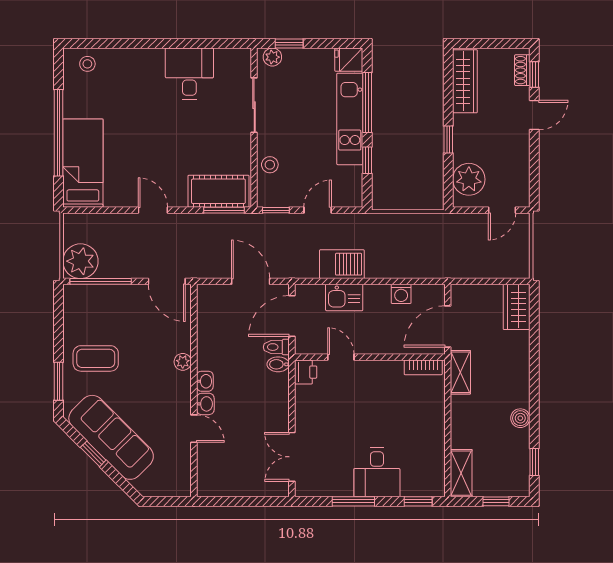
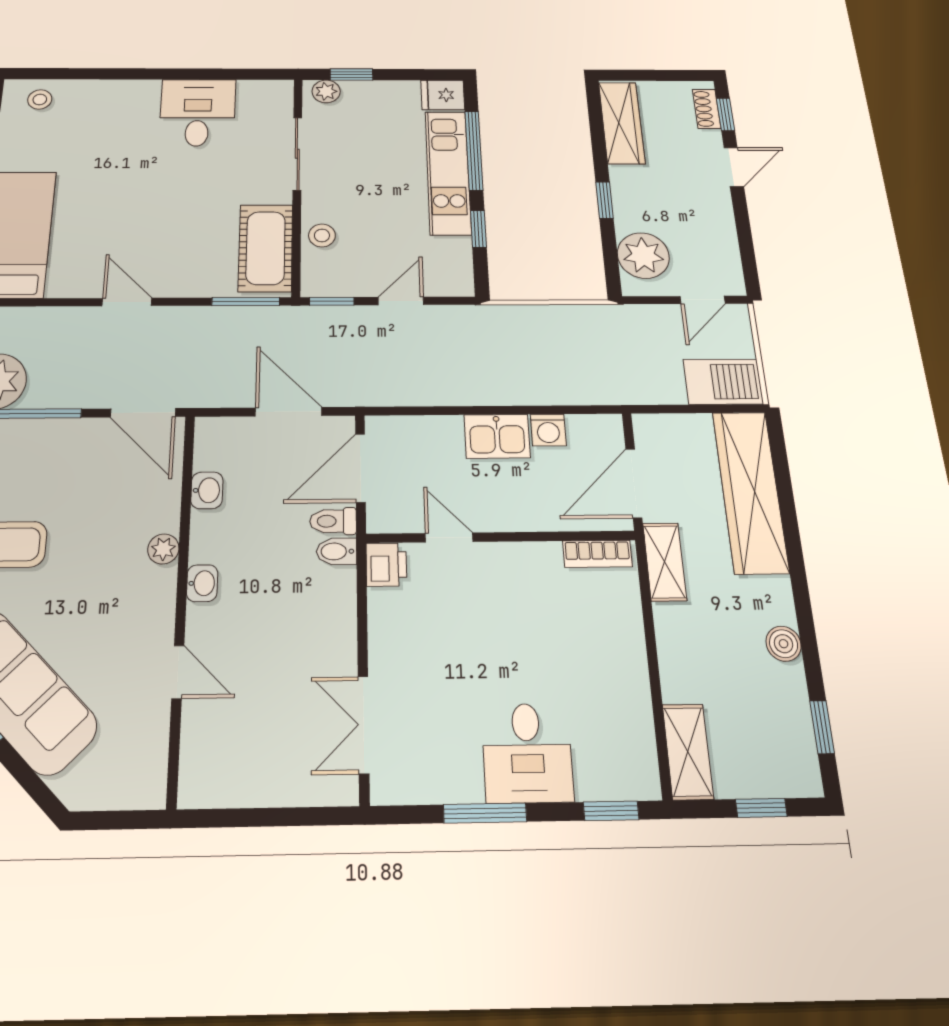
cot: (218, 191) -> (266, 248), moved, turned 90
barbecue: (342, 264) -> (723, 382), moved
kitchen sink: (344, 297) -> (497, 436), moved
wardrobe: (517, 307) -> (750, 491), width x2.10, depth x1.17
washbasin: (205, 404) -> (207, 490), moved

